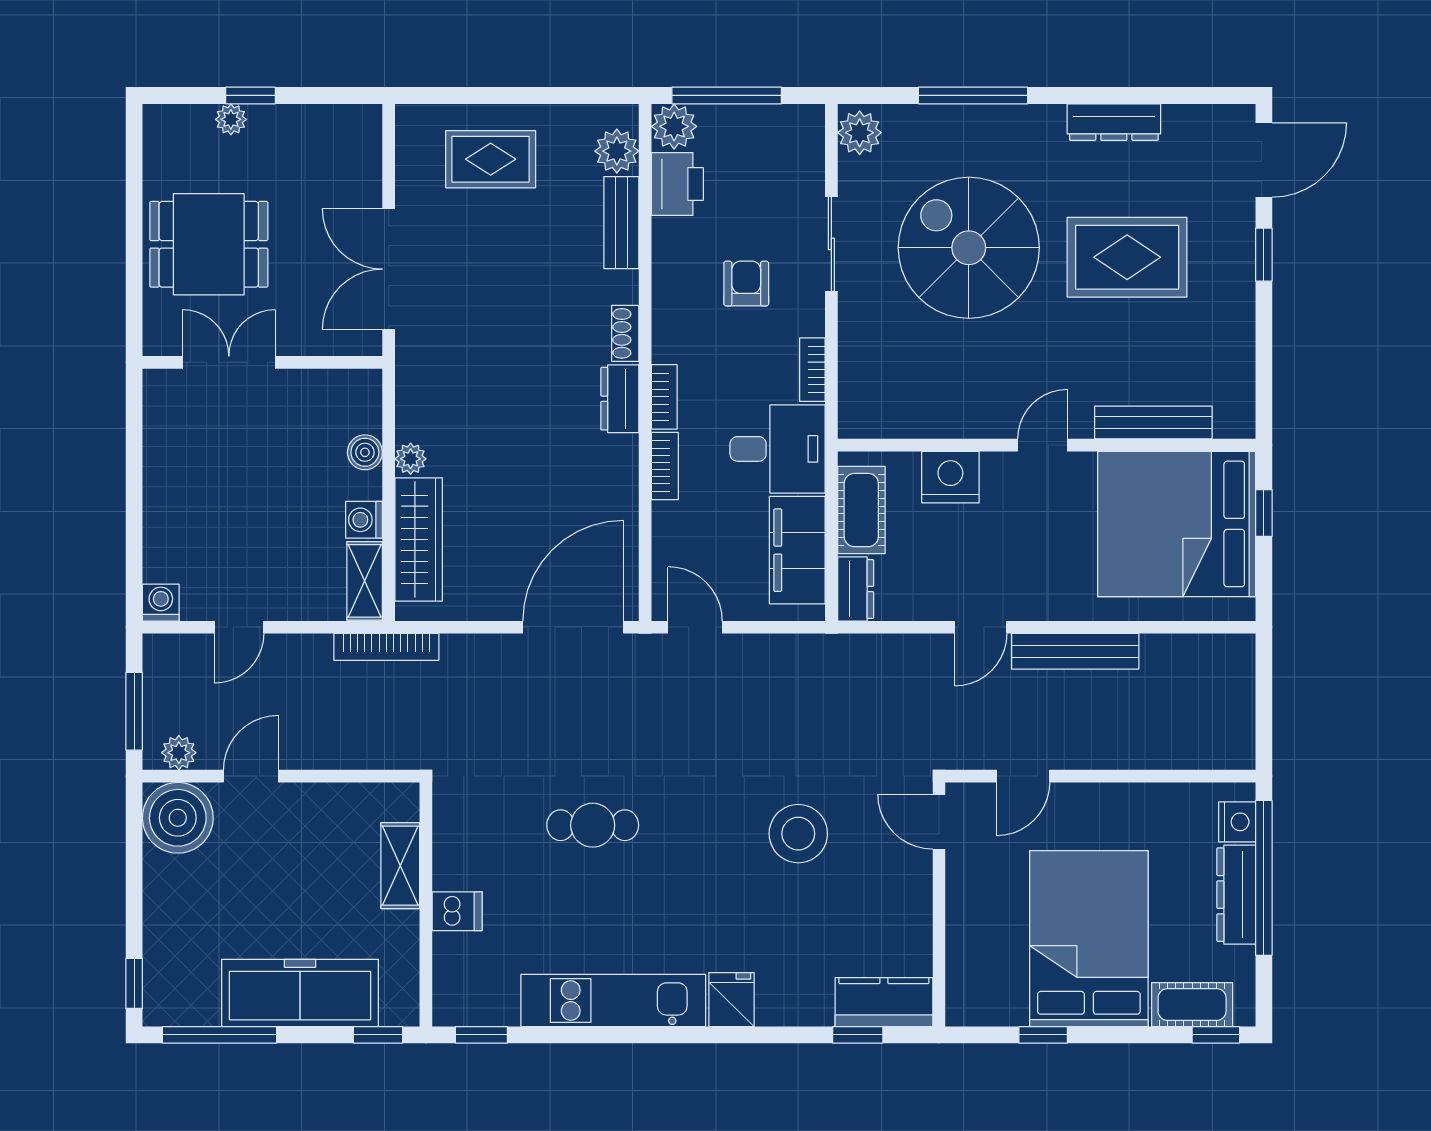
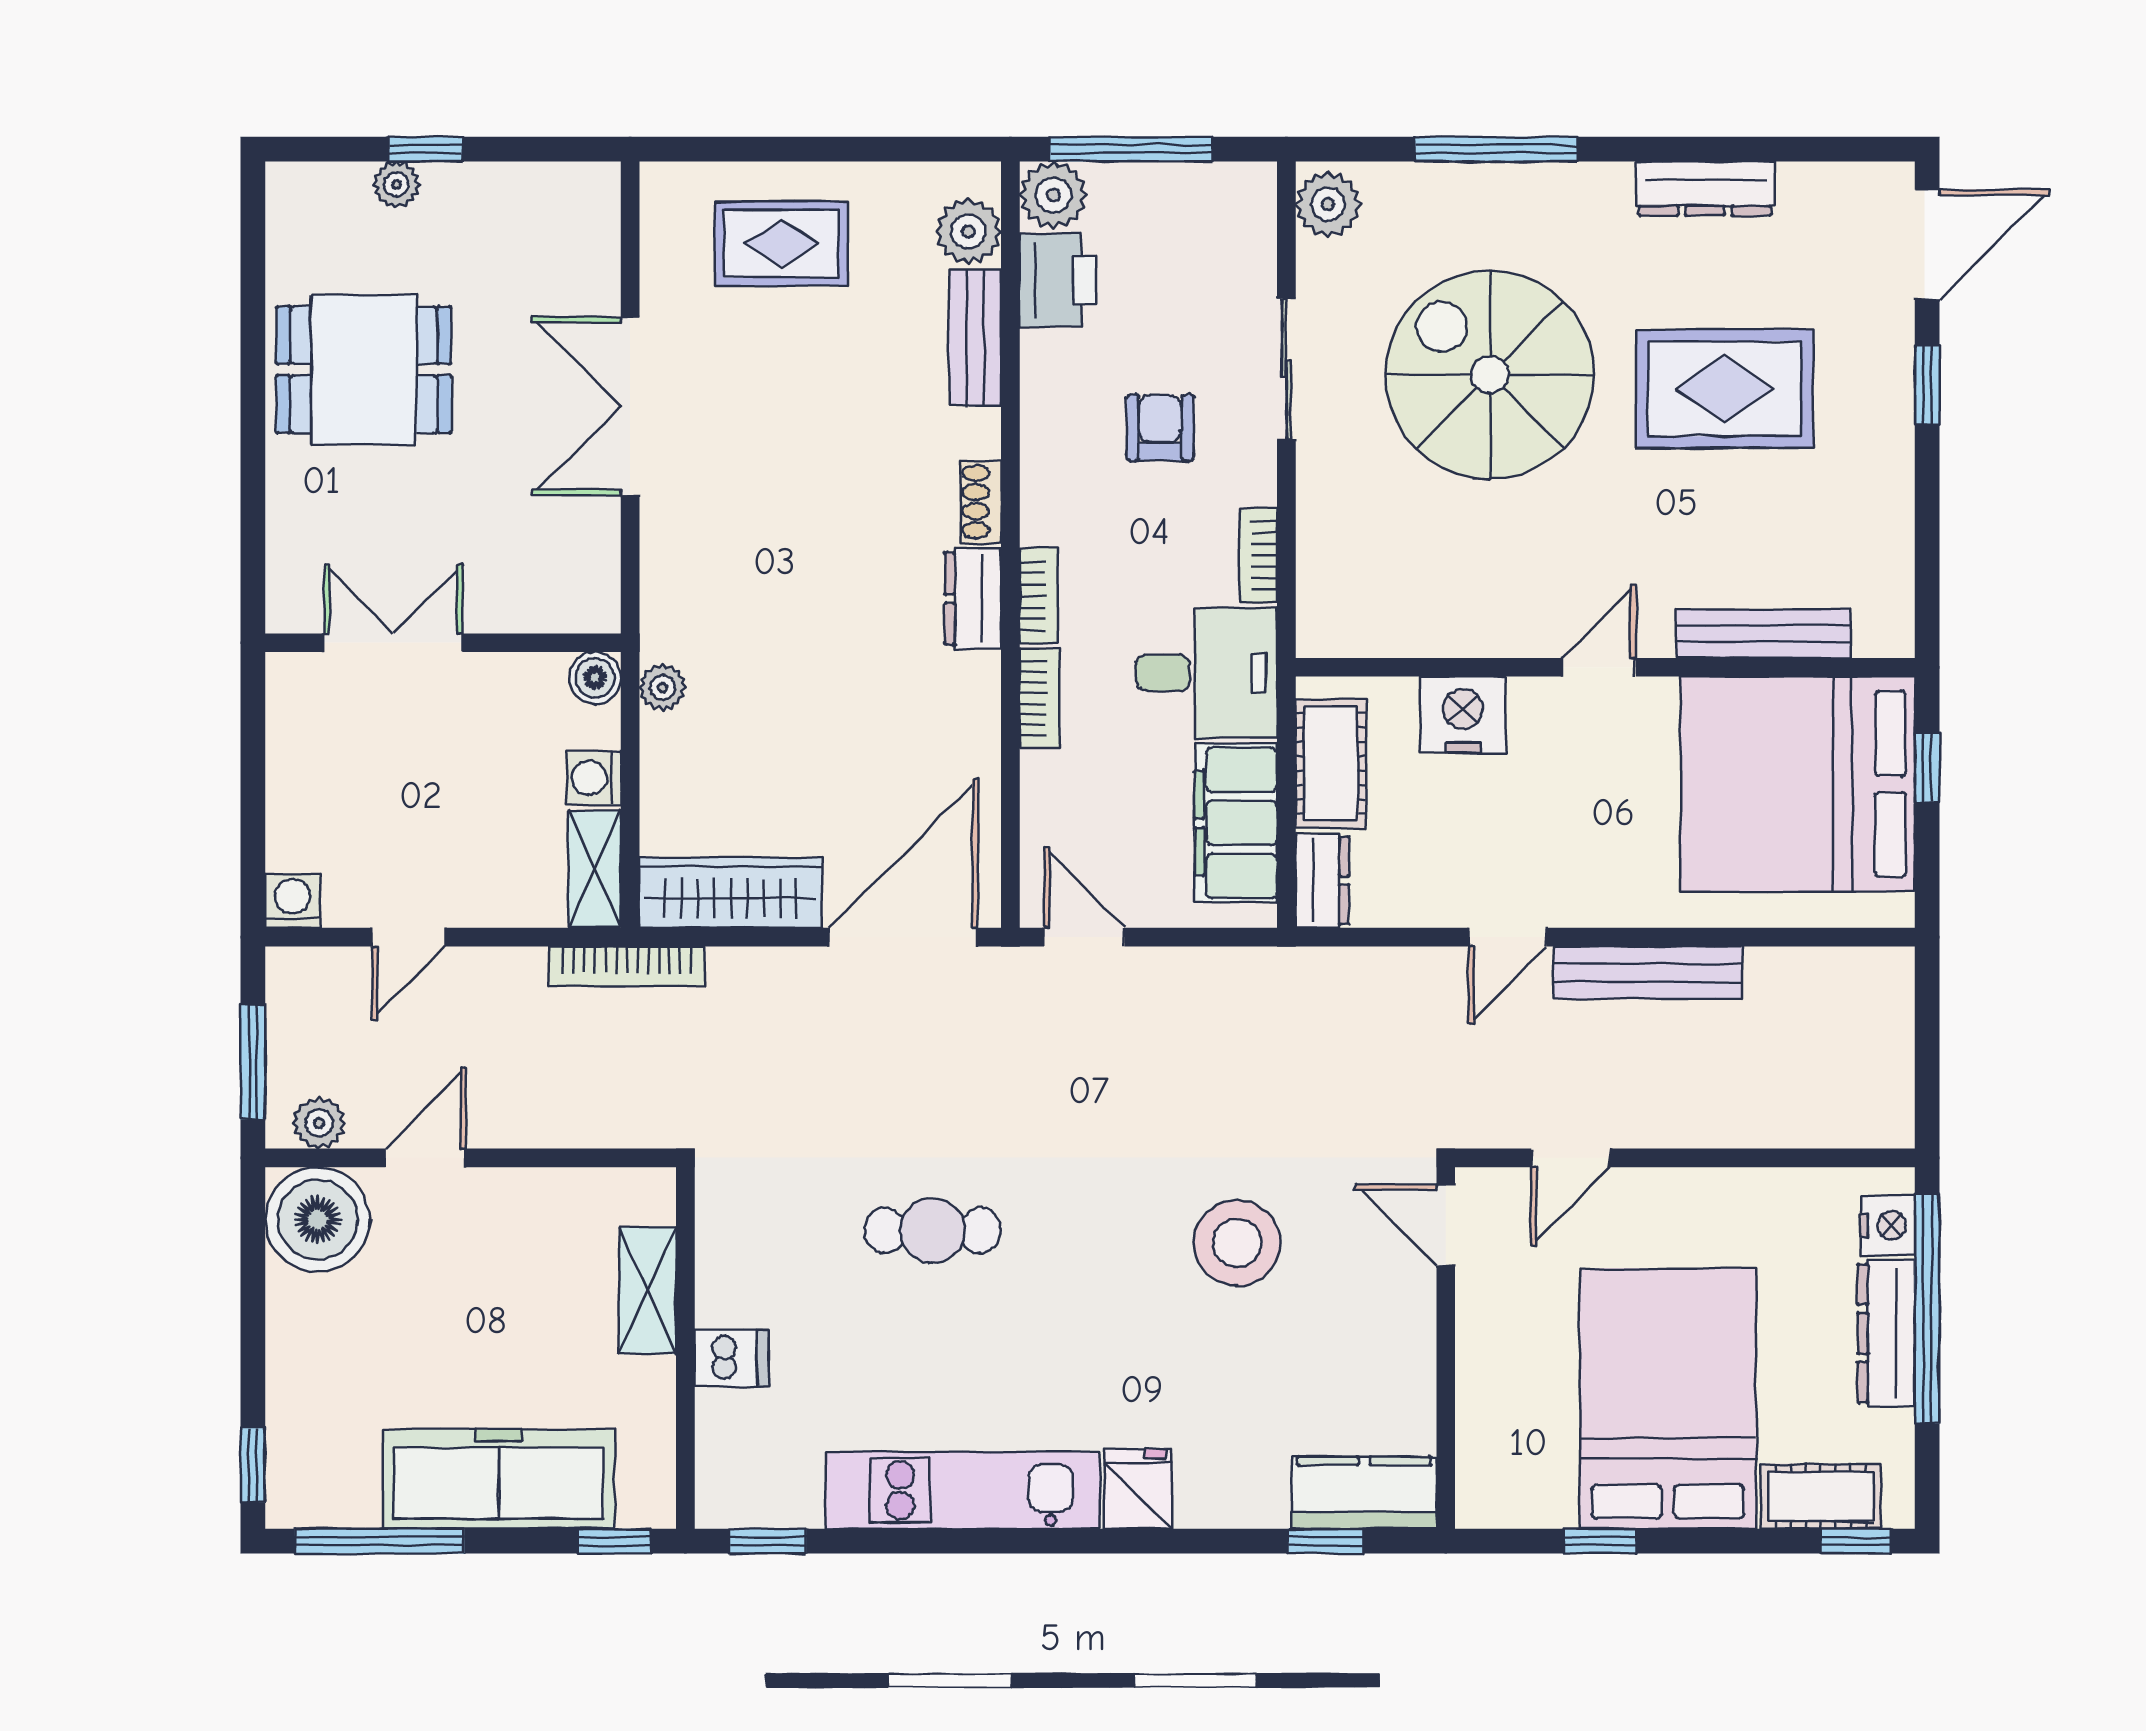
double door: (229, 362) -> (393, 643), moved
wall: (262, 362) -> (443, 643), moved
wardrobe: (419, 539) -> (731, 893), moved, turned -90

